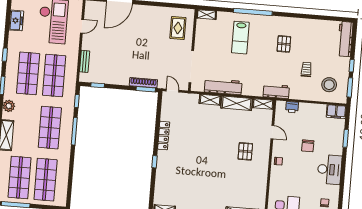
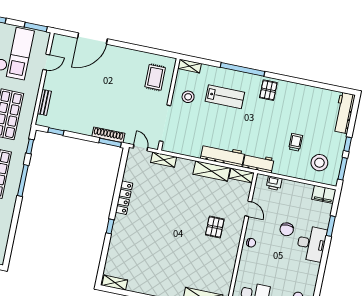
lab bench: (240, 38) -> (225, 97), turned -90
stool: (209, 41) -> (188, 97), added
pallet: (284, 44) -> (268, 90), moved
workbench: (223, 87) -> (223, 155), moved
shelving: (210, 100) -> (164, 160), moved
desk: (329, 170) -> (311, 244), moved

